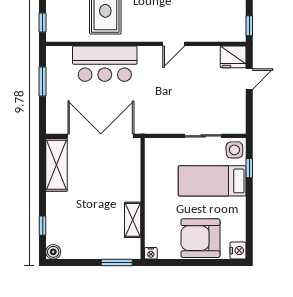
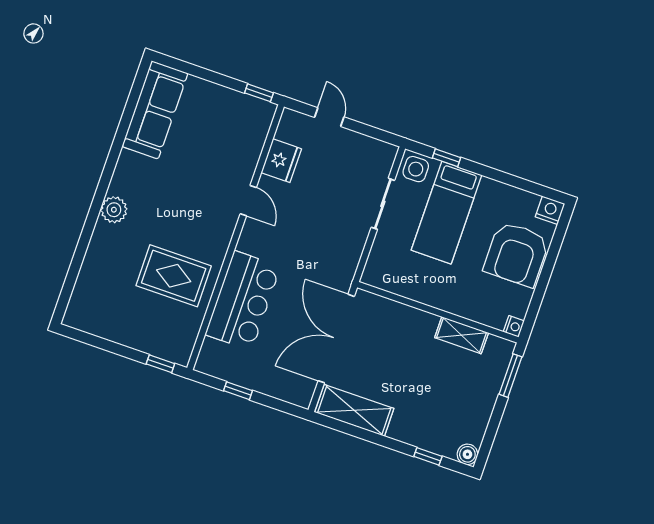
fridge: (233, 57) -> (281, 161), moved
window: (43, 81) -> (238, 391), width x0.67

